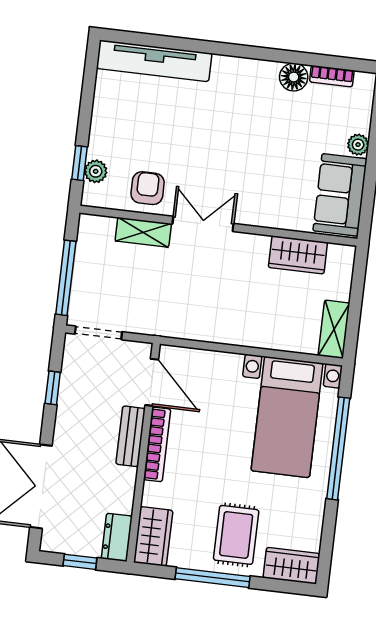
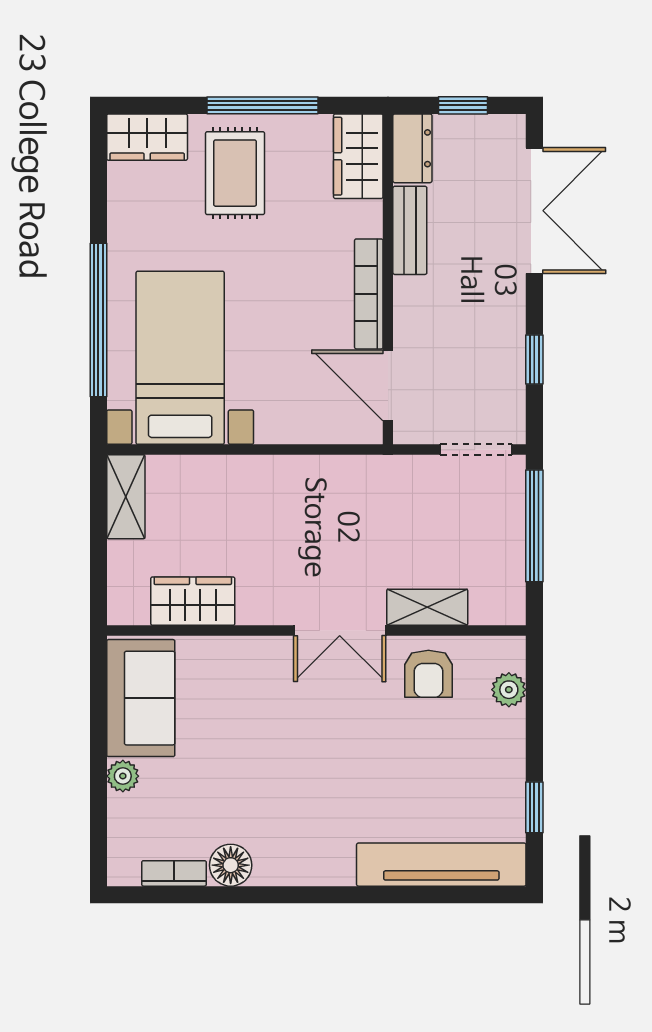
window: (79, 163) -> (534, 807), moved
bench: (131, 436) -> (410, 230), moved

